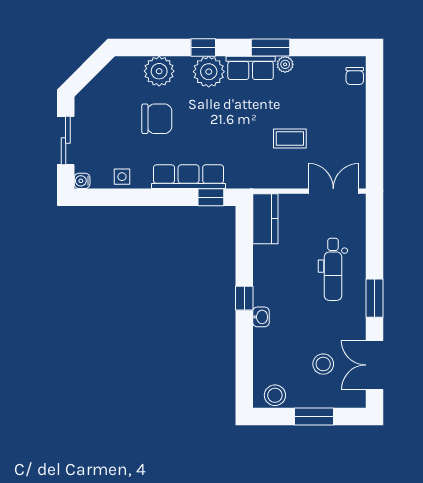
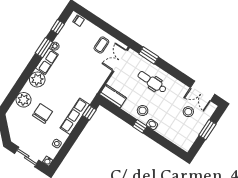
window: (203, 48) -> (58, 27), moved
coffee table: (290, 138) -> (101, 45), moved
dental chair: (333, 269) -> (152, 82), turned 180
window: (374, 298) -> (149, 55), moved
stool: (275, 395) -> (143, 110), moved

